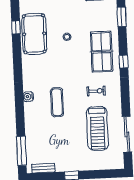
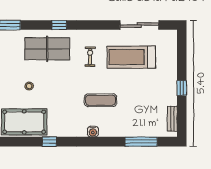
window: (16, 27) -> (49, 142), moved
treadmill: (97, 128) -> (131, 57), turned 180
window: (22, 151) -> (141, 142), moved

